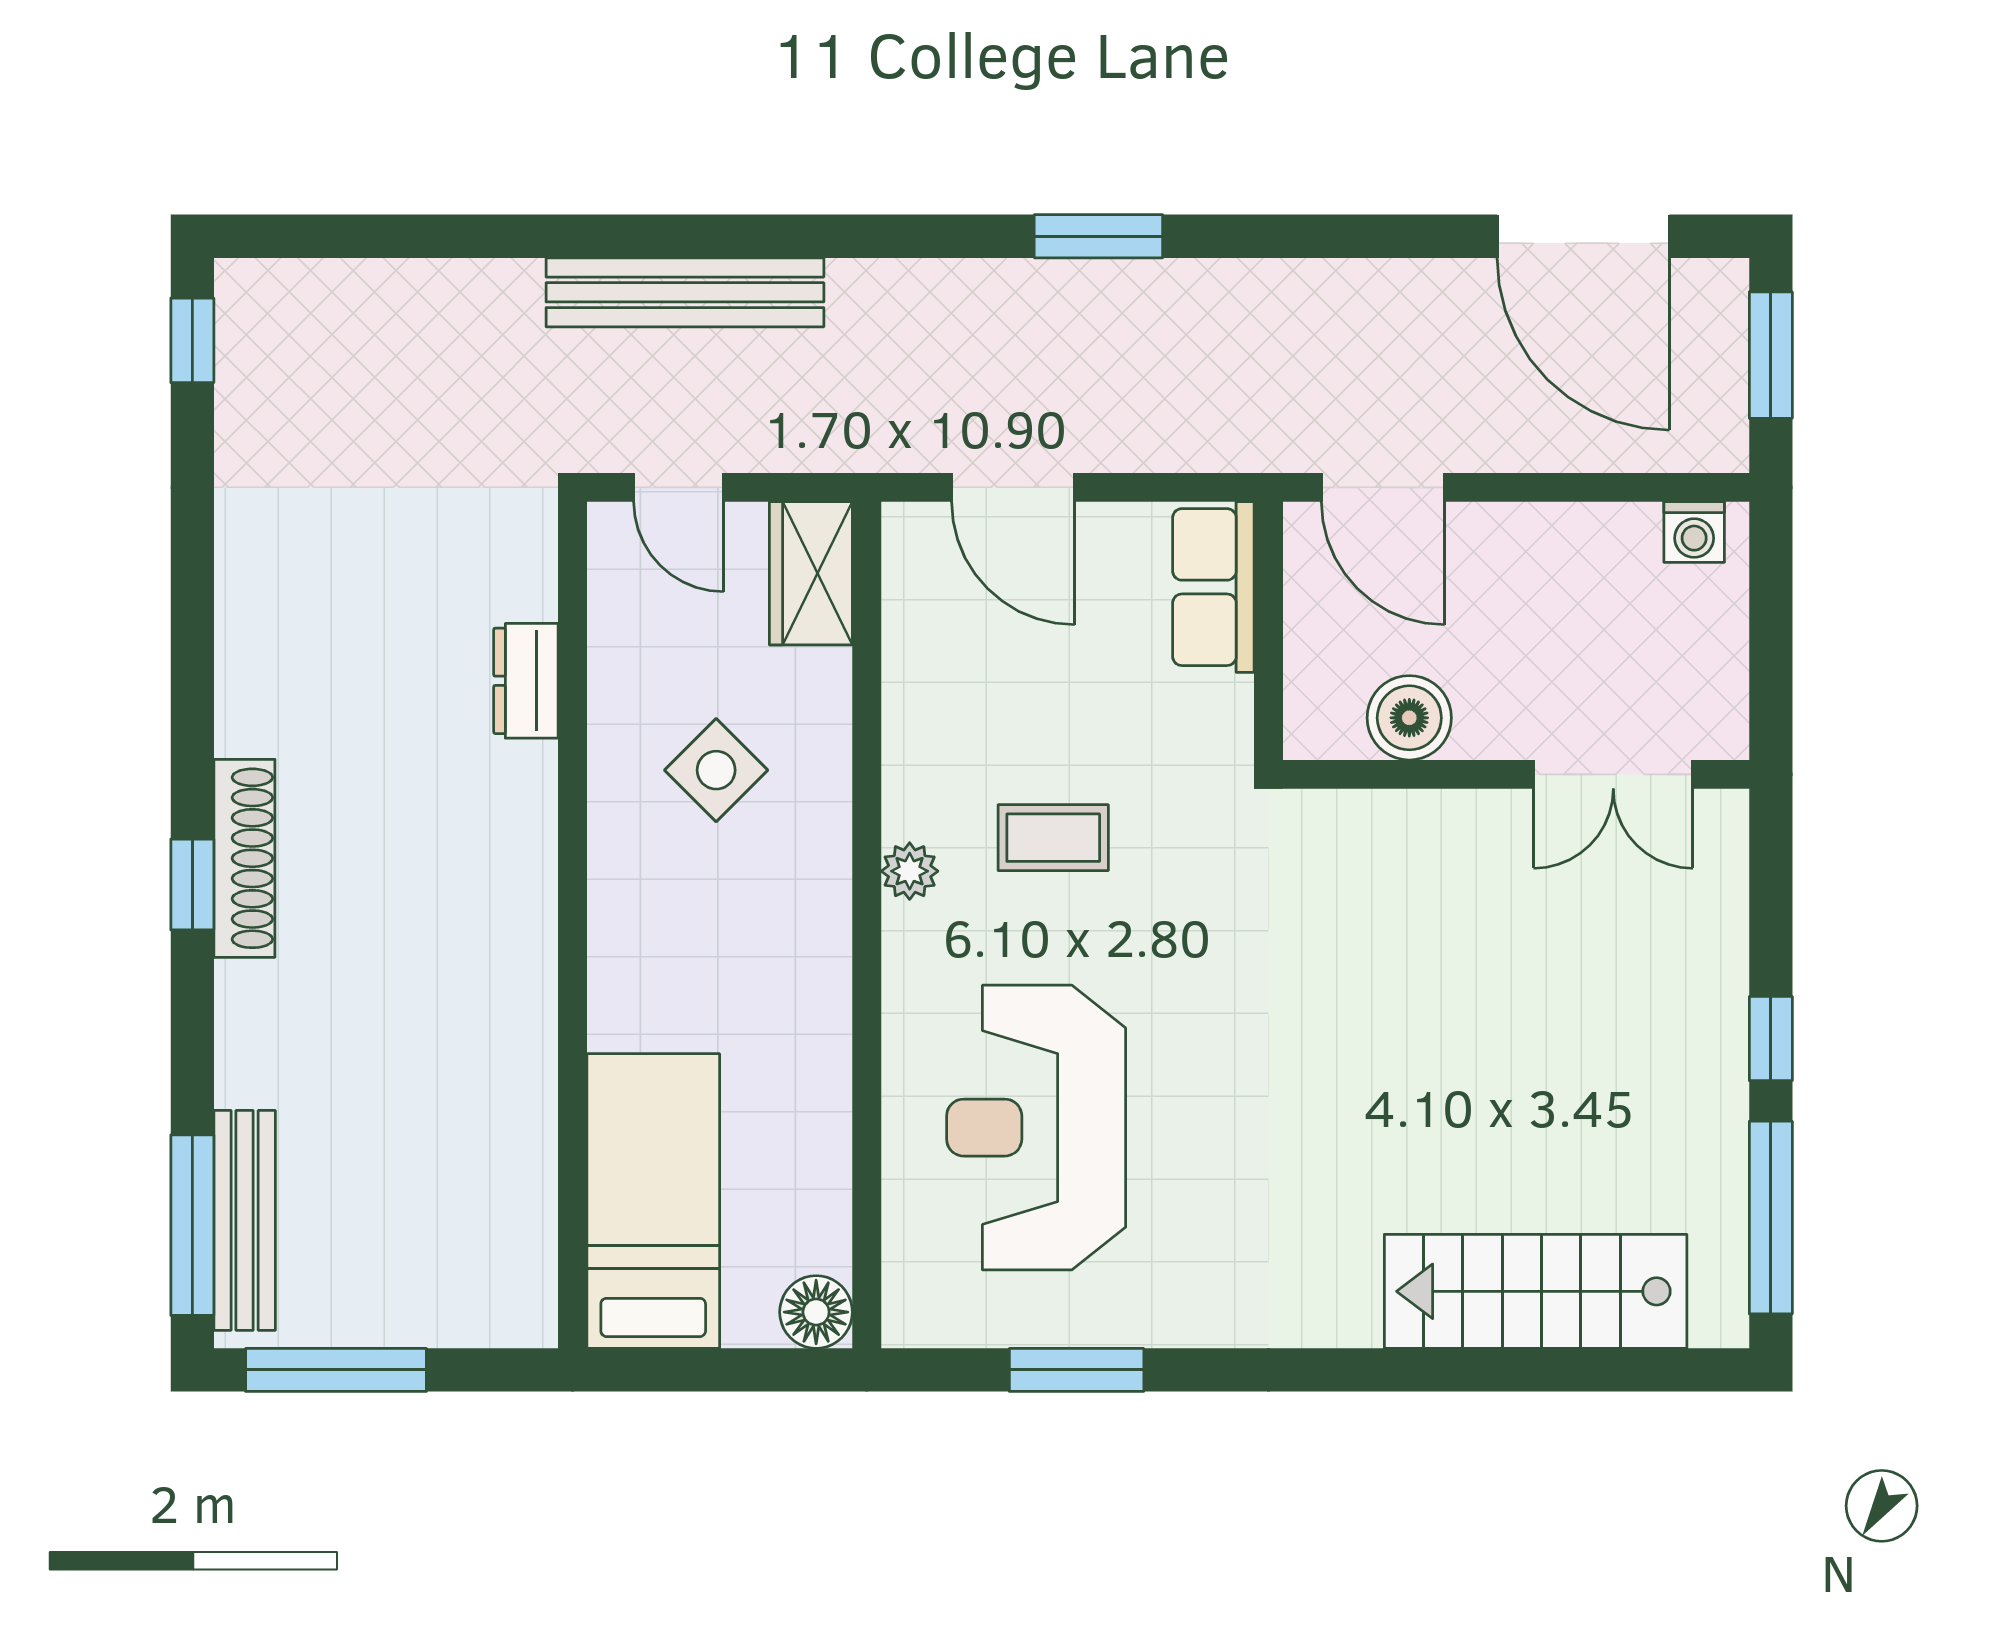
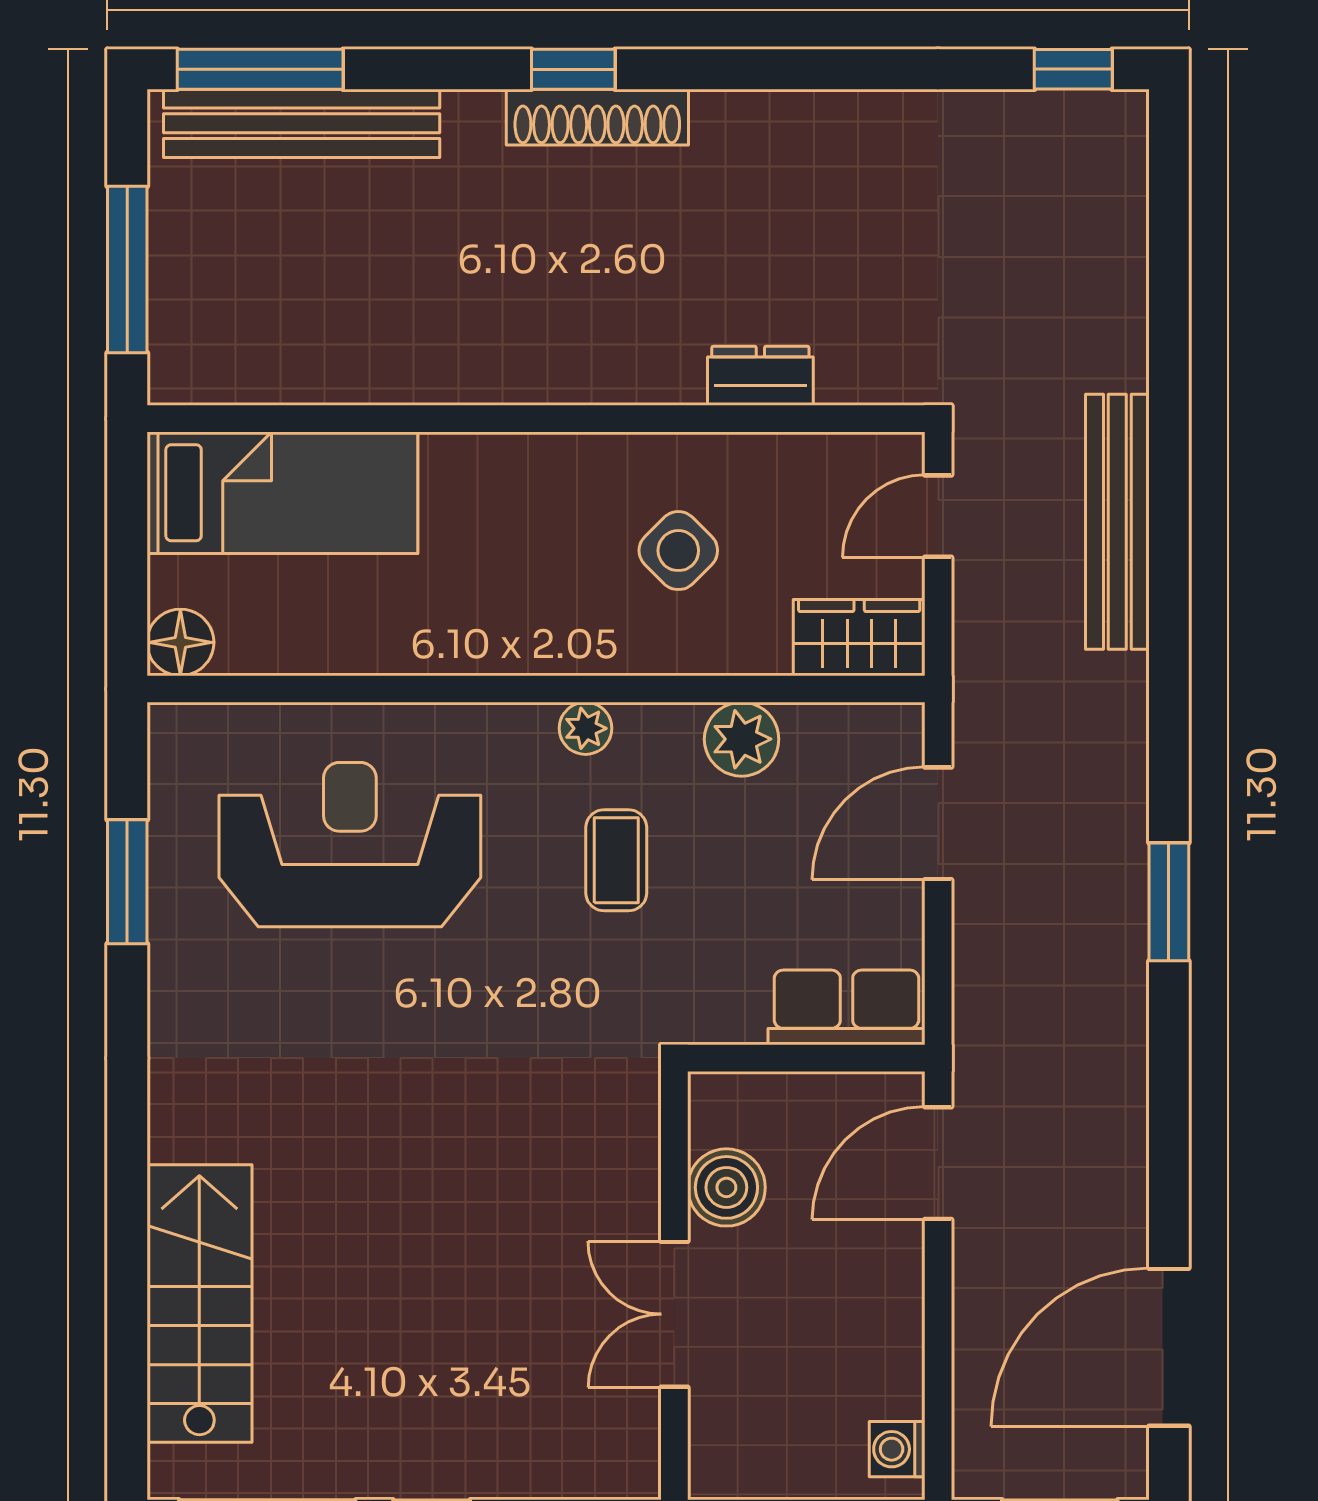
plant: (921, 701) -> (742, 739), added
double door: (1613, 774) -> (674, 1314), moved
bench: (245, 1220) -> (302, 123), width x1.37, depth x1.21
window: (336, 1370) -> (127, 269), moved

